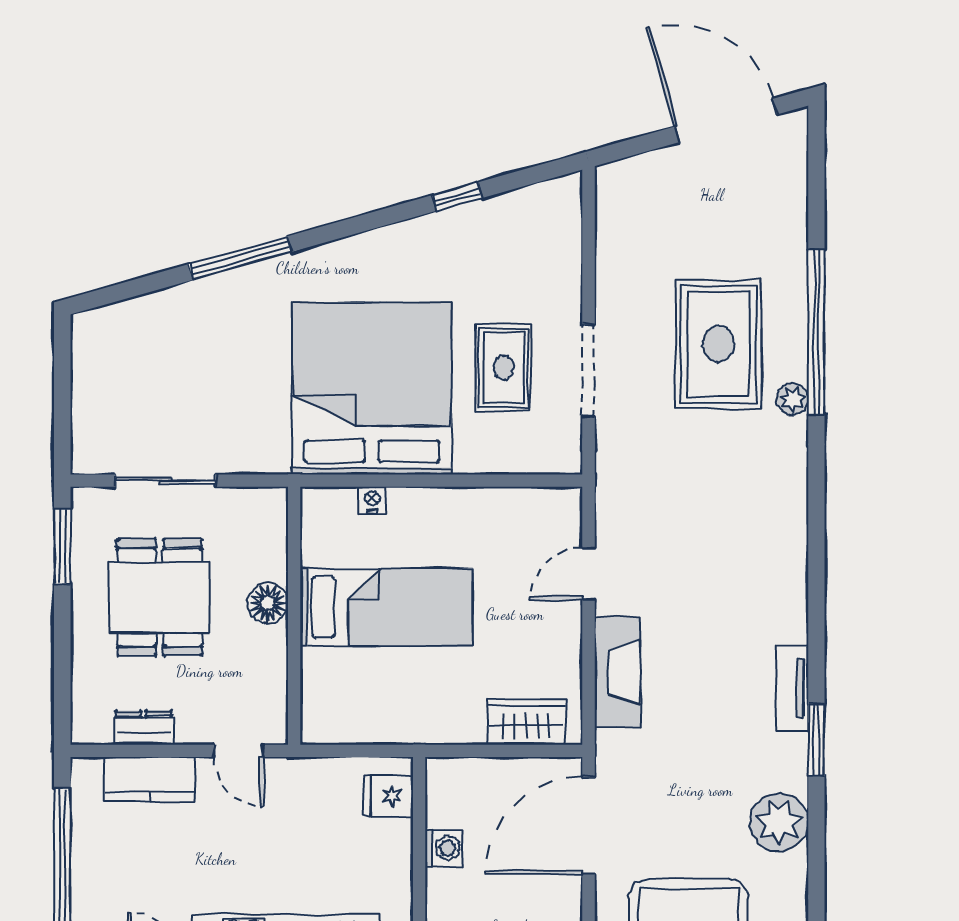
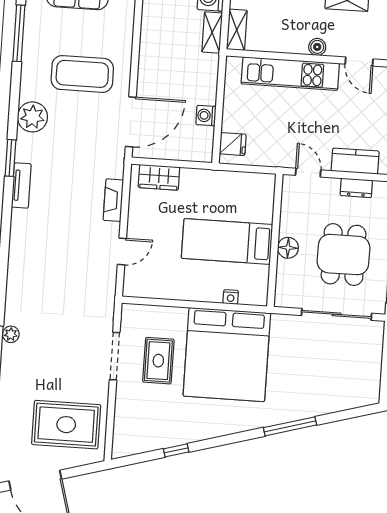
rug: (718, 344) -> (66, 425), moved, turned 90
sliding door: (165, 481) -> (336, 314), width x1.37
fireplace: (617, 672) -> (113, 200), width x0.73, depth x0.76

